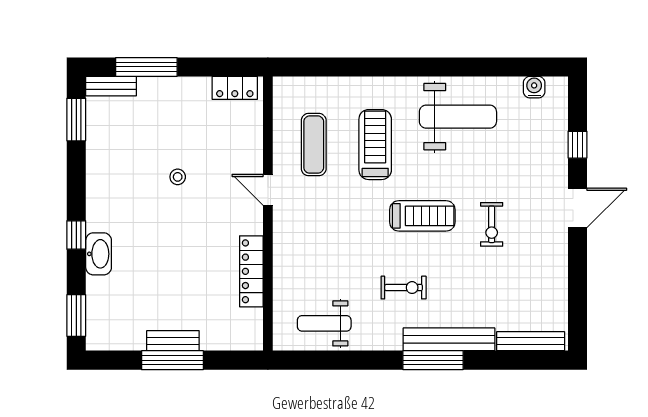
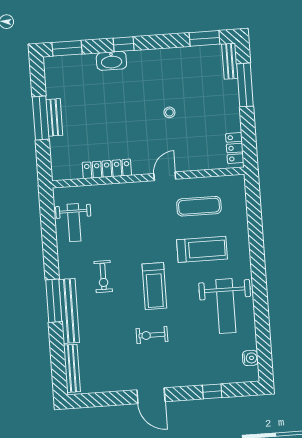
door: (578, 208) -> (151, 396), moved
weight bench: (324, 323) -> (74, 223), turned 180

